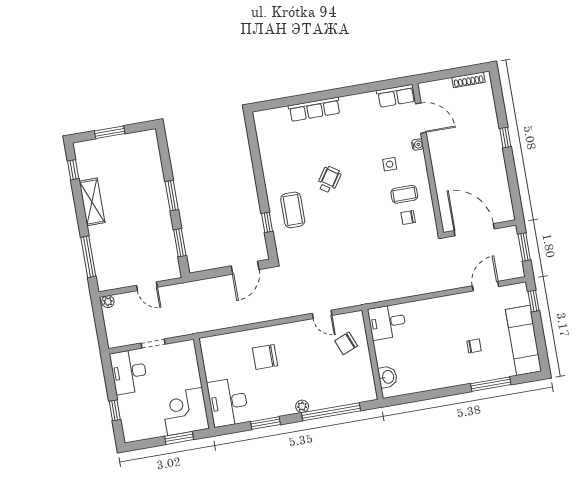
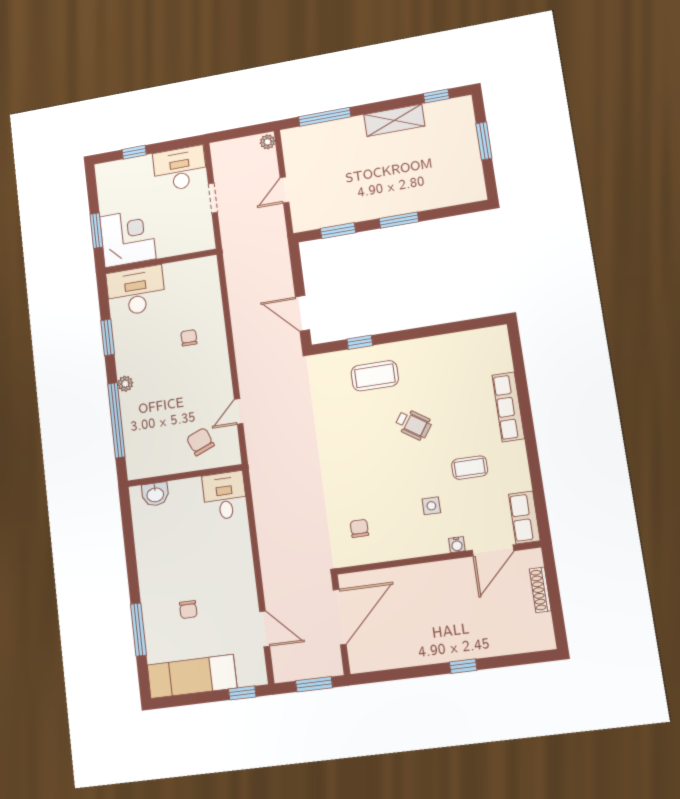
shoe rack: (468, 80) -> (540, 590), moved
coffee table: (404, 194) -> (470, 468), moved, turned 90
chair: (265, 357) -> (189, 338), width x0.54, depth x0.54

